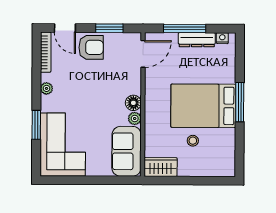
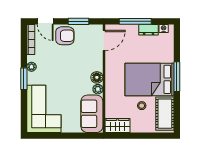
dresser: (197, 40) -> (149, 30), width x0.70
window: (36, 125) -> (24, 79), moved
cot: (224, 151) -> (165, 114), added

